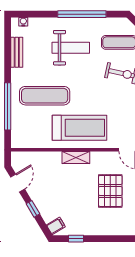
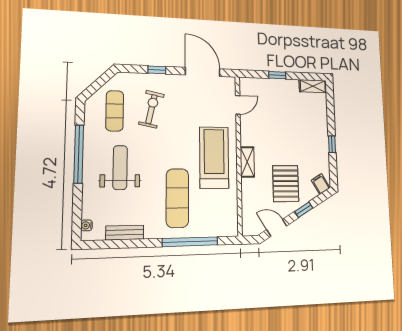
pallet: (110, 191) -> (286, 184), moved, turned 90
window: (76, 239) -> (332, 144), moved

